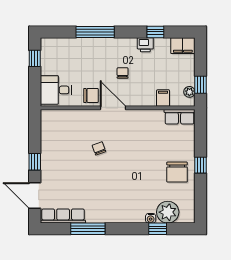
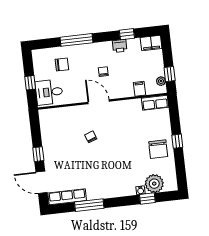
window: (35, 58) -> (30, 83), moved
chair: (91, 95) -> (62, 65), moved

